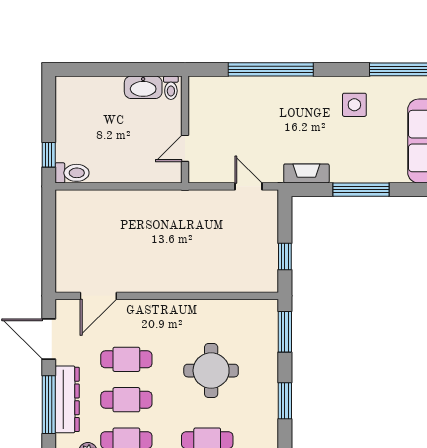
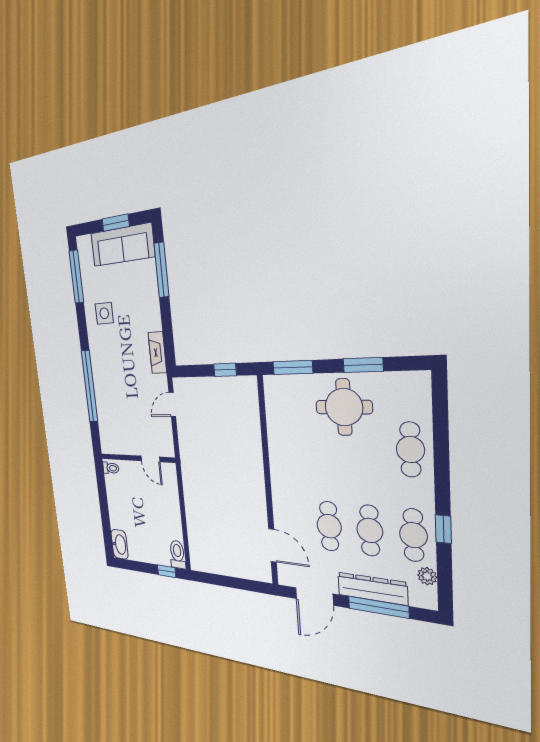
washbasin: (143, 87) -> (120, 544), moved
window: (361, 190) -> (162, 270), moved
round table: (211, 371) -> (344, 407), moved

